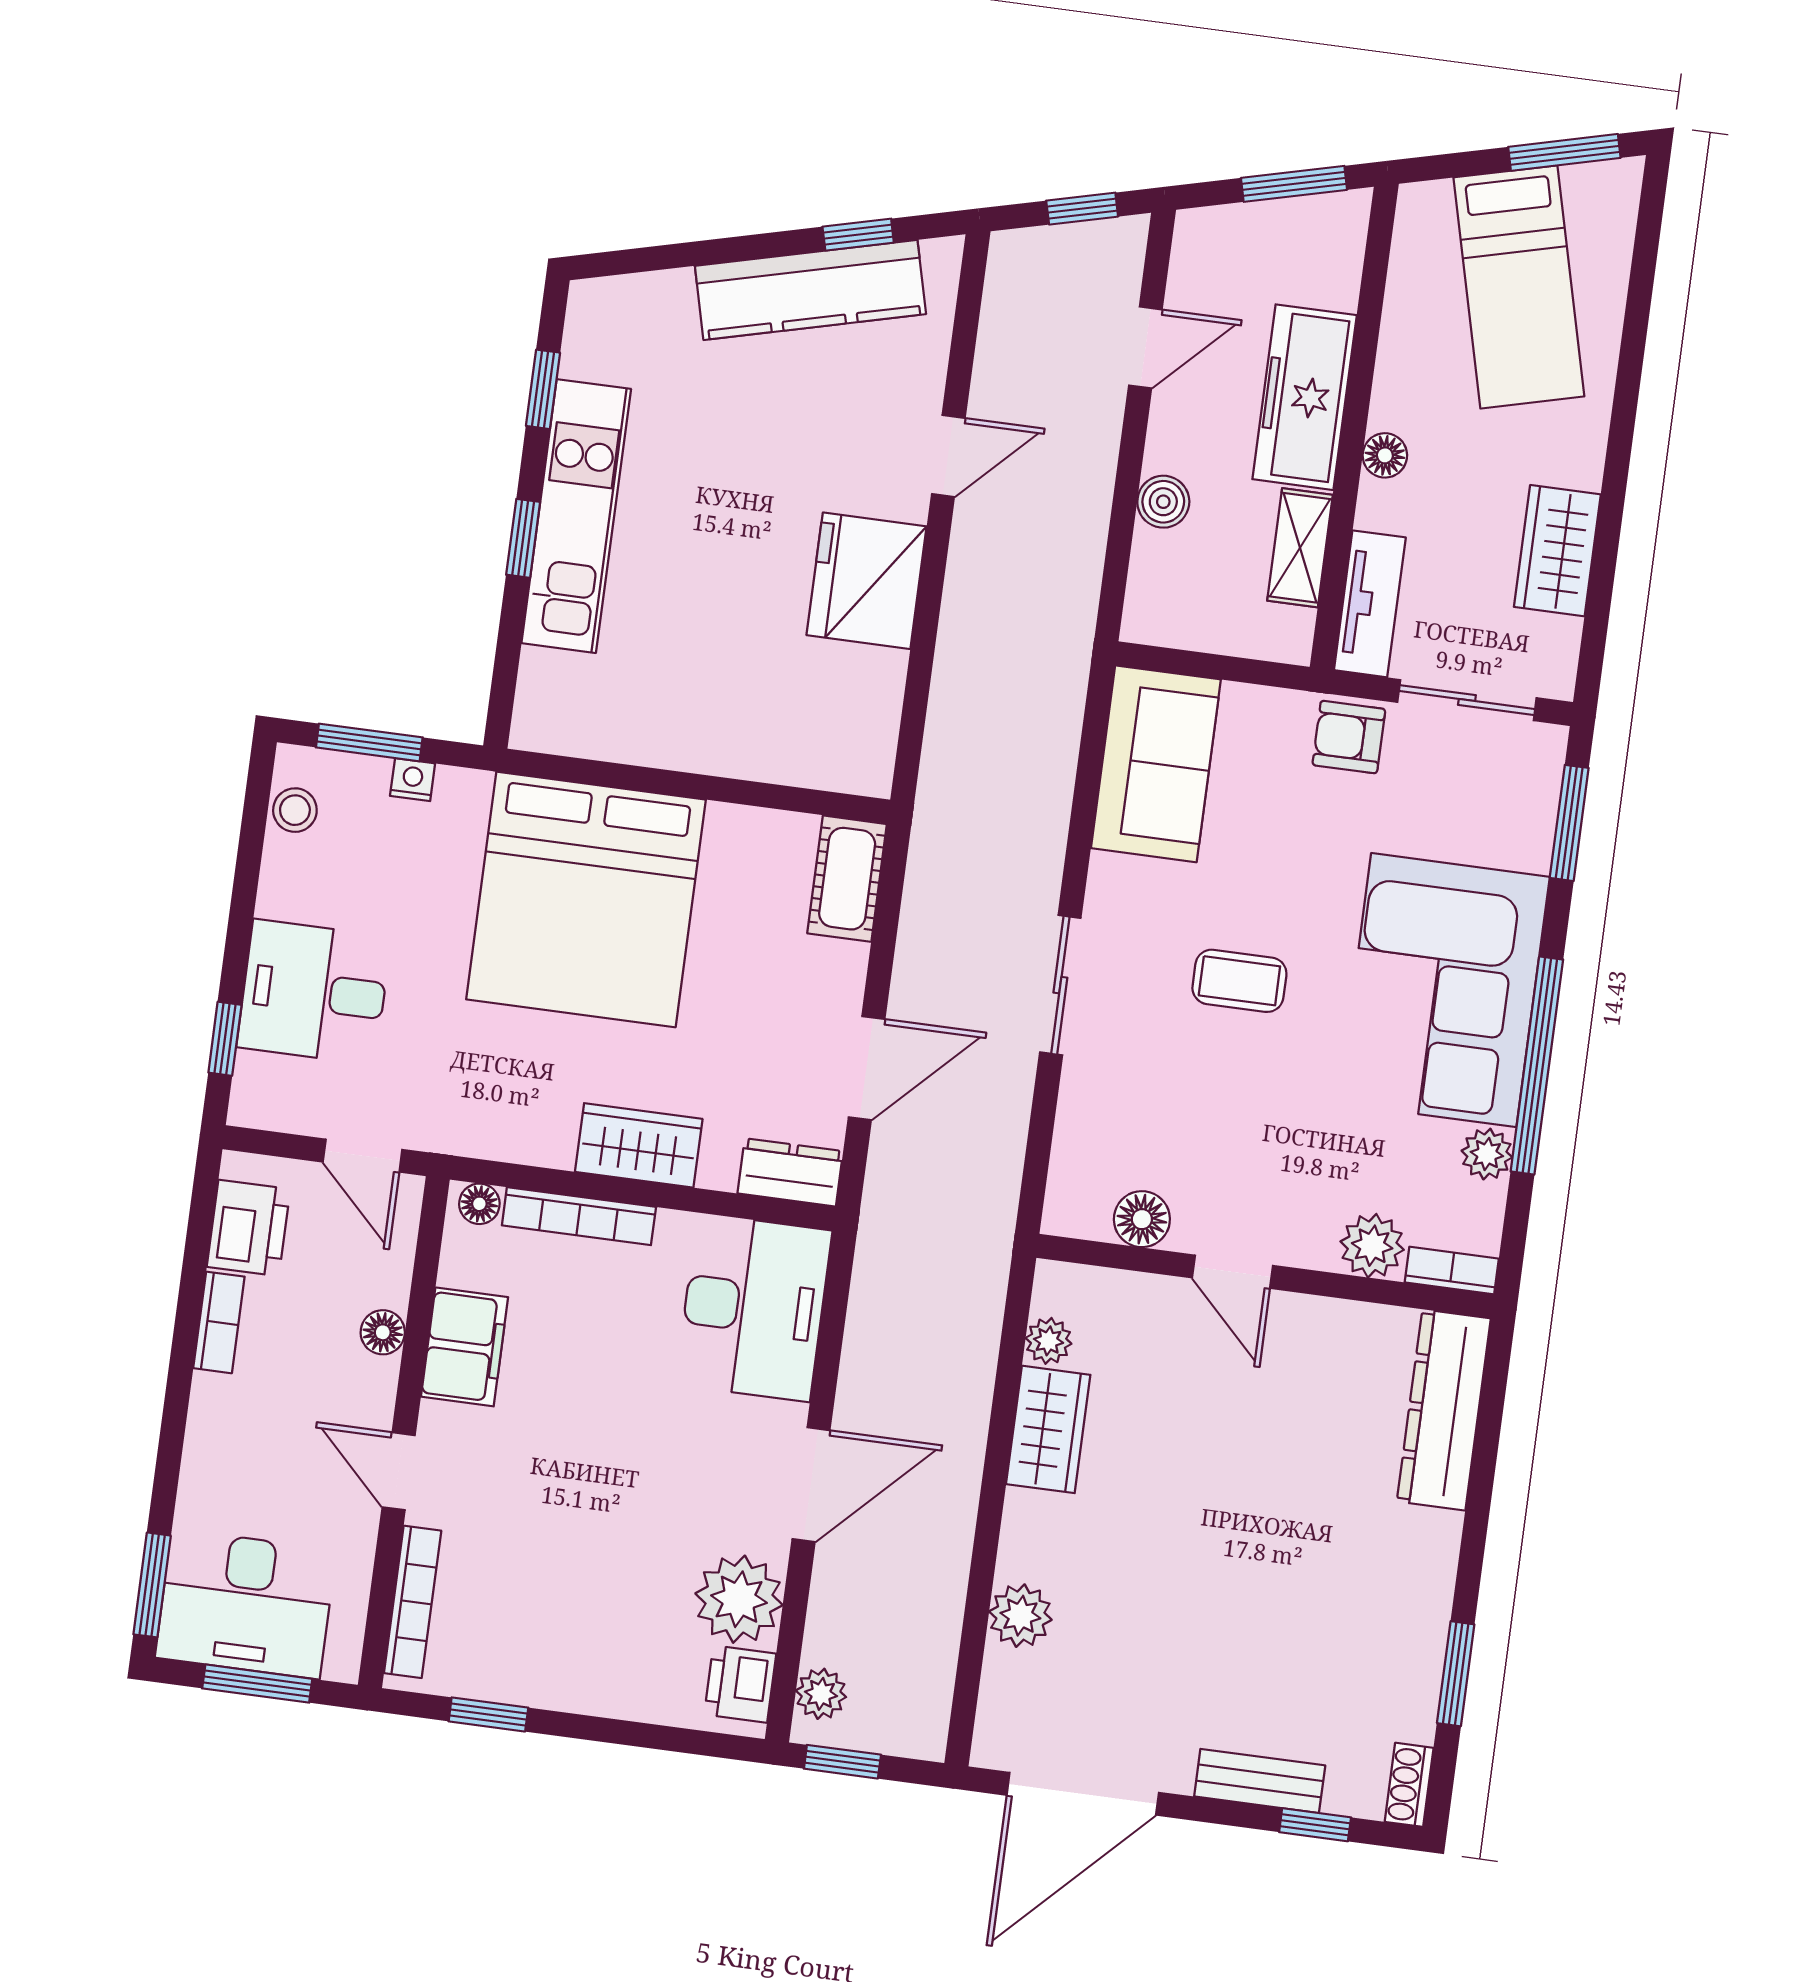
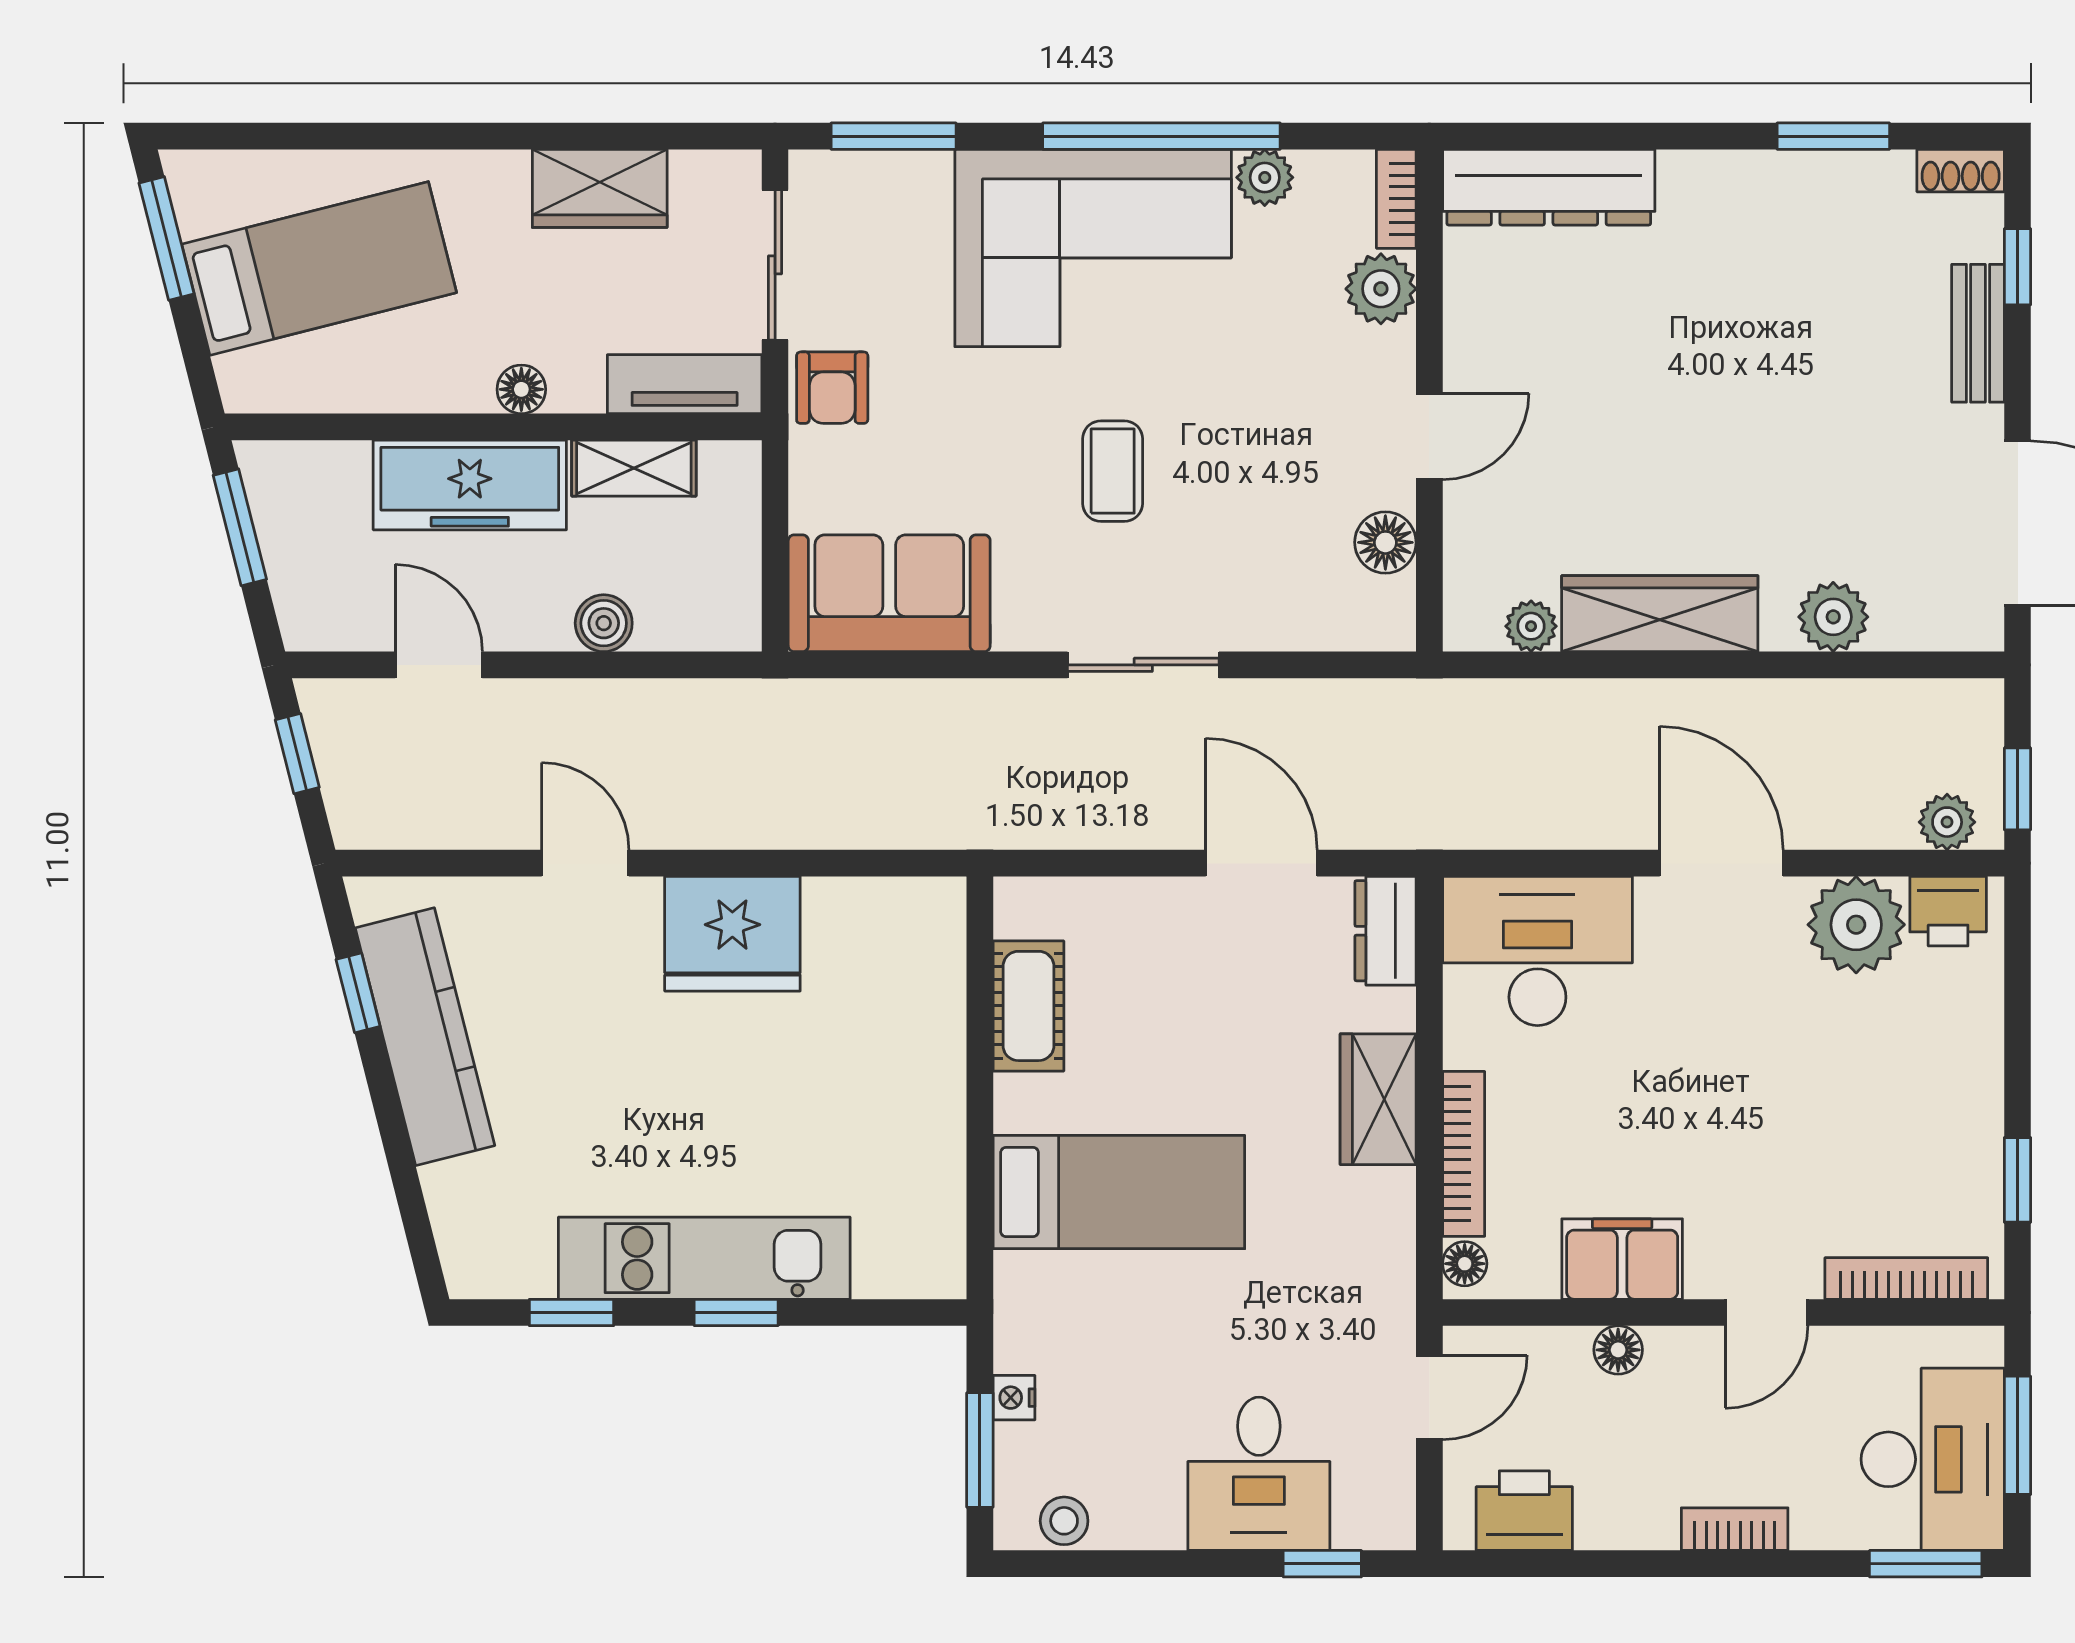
cot: (847, 879) -> (1028, 1006), moved, turned 90
bed: (586, 899) -> (1119, 1192), width x0.49
bookcase: (219, 1322) -> (1735, 1529), moved
wardrobe: (1048, 1429) -> (1660, 614), width x1.50

